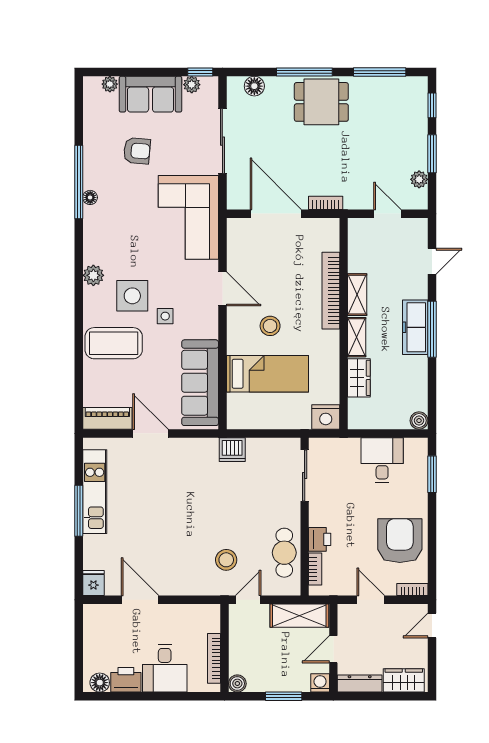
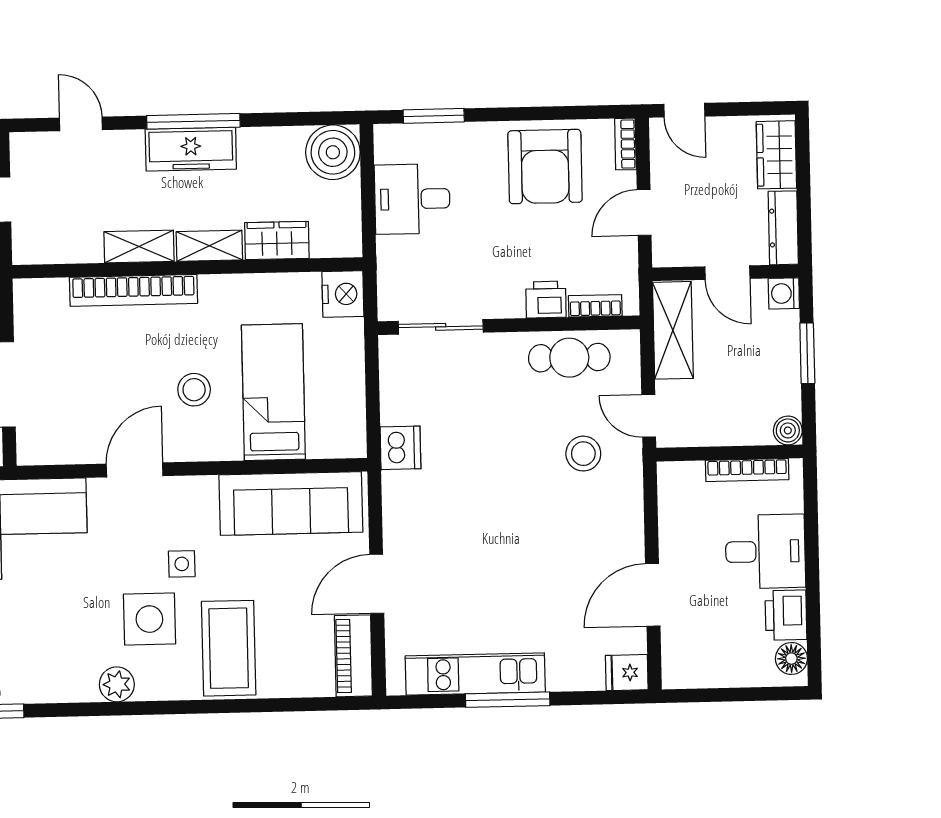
boiler: (419, 421) -> (333, 152), width x1.86, depth x1.86
armchair: (400, 541) -> (545, 166), turned -90

